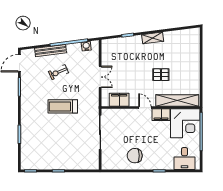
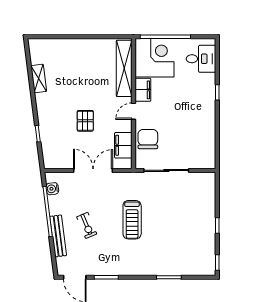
shelving: (153, 38) -> (39, 79), moved
pallet: (161, 75) -> (85, 121), moved
double door: (100, 77) -> (93, 170), width x1.37
chair: (135, 156) -> (148, 139), moved, turned 180

